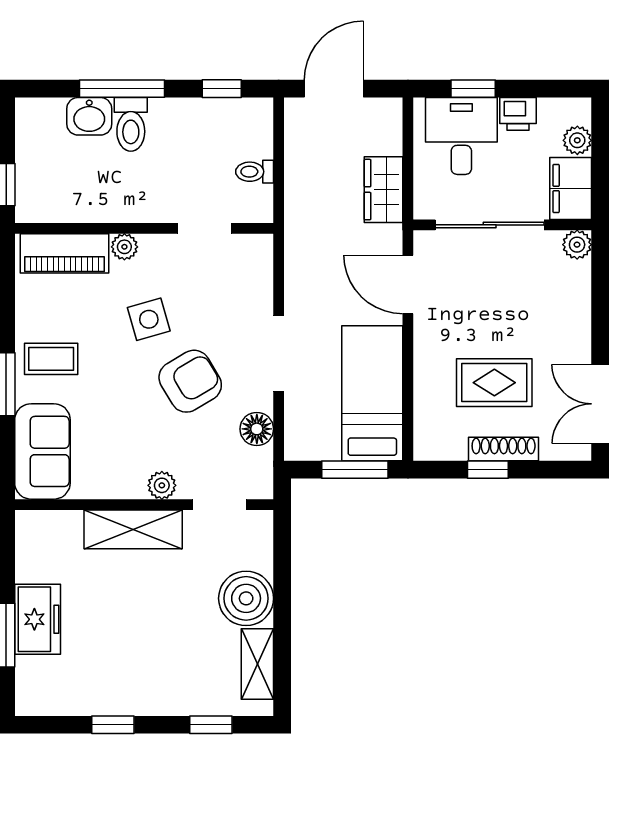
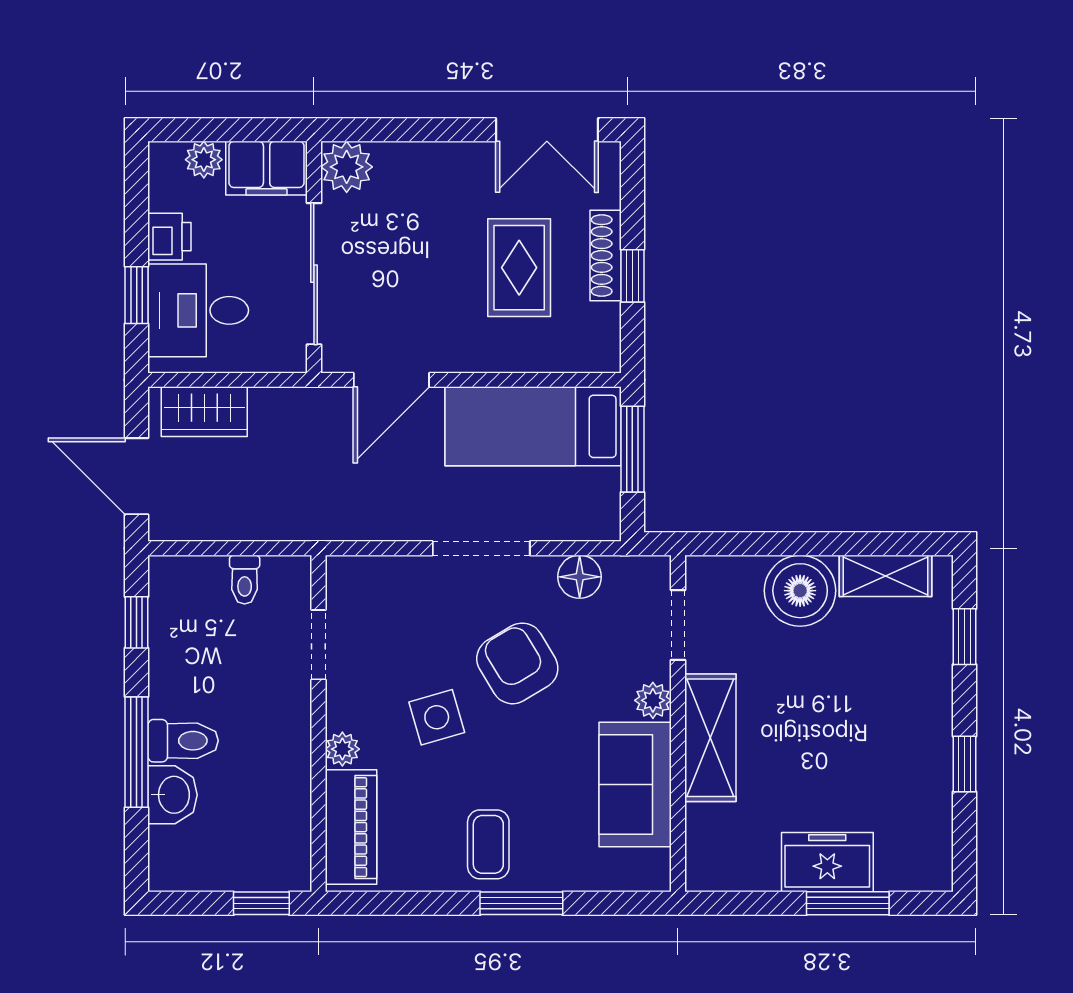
wardrobe: (384, 190) -> (204, 412), moved
plant: (577, 245) -> (347, 167), width x1.38, depth x1.38
sofa: (42, 451) -> (635, 785), moved, turned -90

